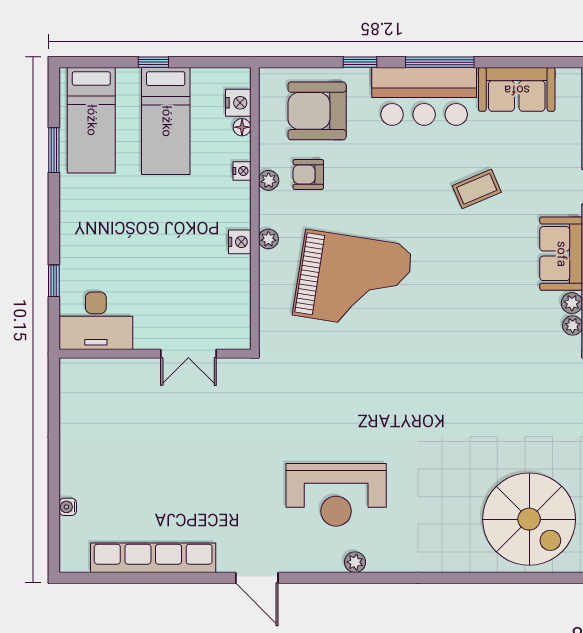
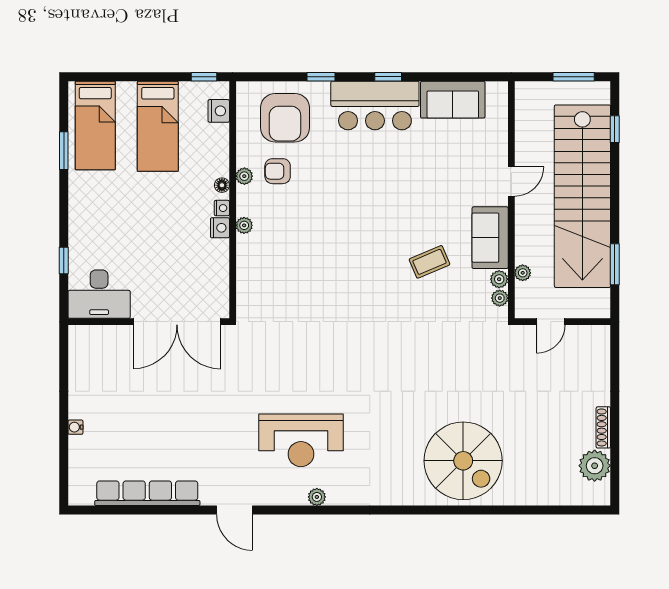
window: (153, 62) -> (204, 77), moved
window: (440, 62) -> (388, 77), width x0.46
armchair: (317, 111) -> (285, 118), turned -90
floor lamp: (242, 127) -> (222, 185), moved
nightstand: (242, 171) -> (222, 208), moved
coffee table: (477, 189) -> (429, 262), moved
grand piano: (353, 281) -> (315, 260), removed
double door: (188, 354) -> (177, 322), width x1.87
water cooler: (68, 507) -> (75, 427), moved

